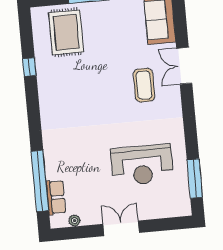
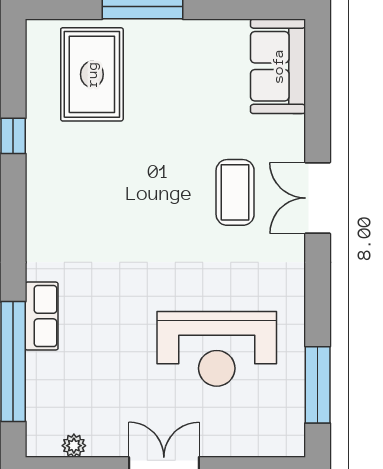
double door: (184, 66) -> (318, 198), moved
row of seats: (56, 197) -> (42, 316), moved

